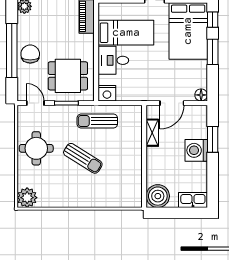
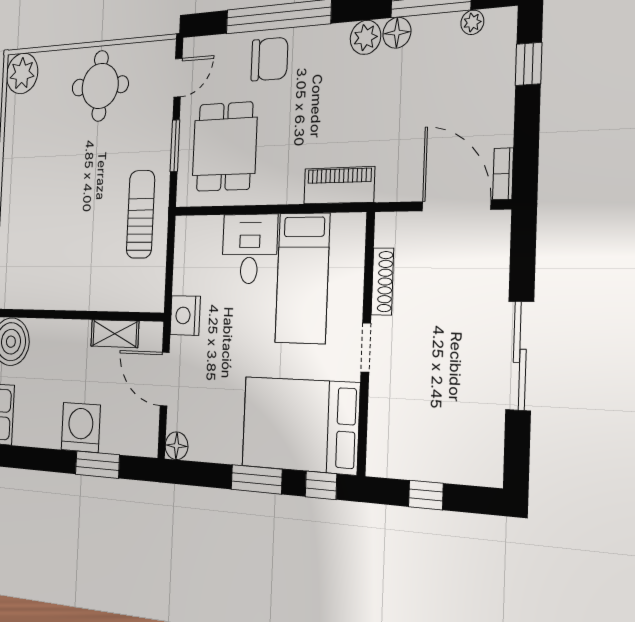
nightstand: (107, 93) -> (185, 315), moved
sun lounger: (83, 158) -> (79, 185), removed

